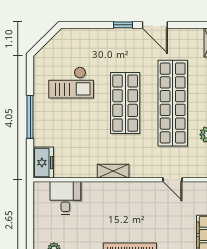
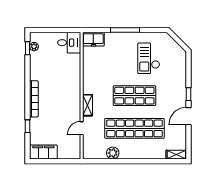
shelving: (113, 171) -> (88, 105), moved
desk: (65, 198) -> (69, 43), moved

